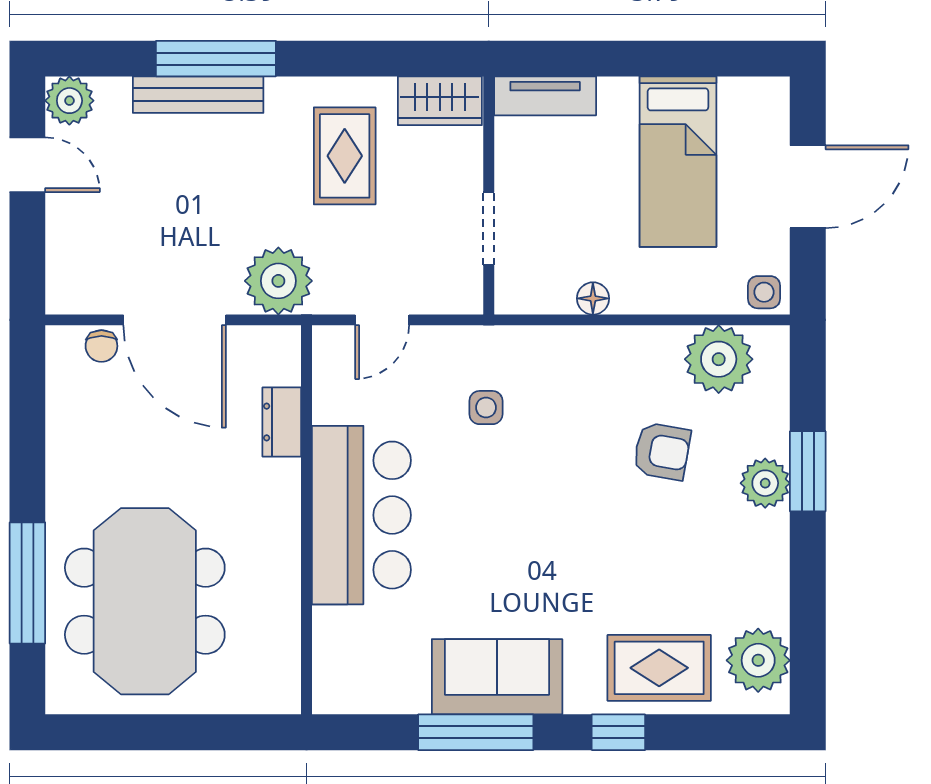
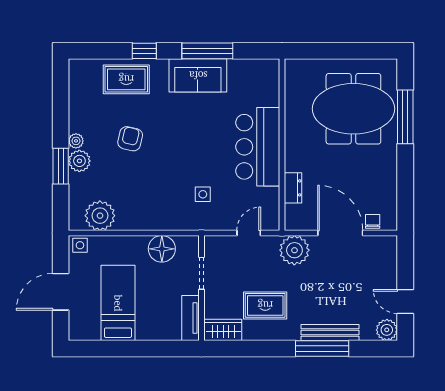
tv unit: (545, 96) -> (191, 318), moved, turned -90
rug: (345, 156) -> (265, 305), turned 90
floor lamp: (593, 298) -> (162, 249), width x1.89, depth x1.89
armchair: (662, 451) -> (130, 139), moved, turned 93
meeting table: (145, 601) -> (353, 109), turned 90
plant: (758, 660) -> (76, 141), moved, width x0.53, depth x0.53

